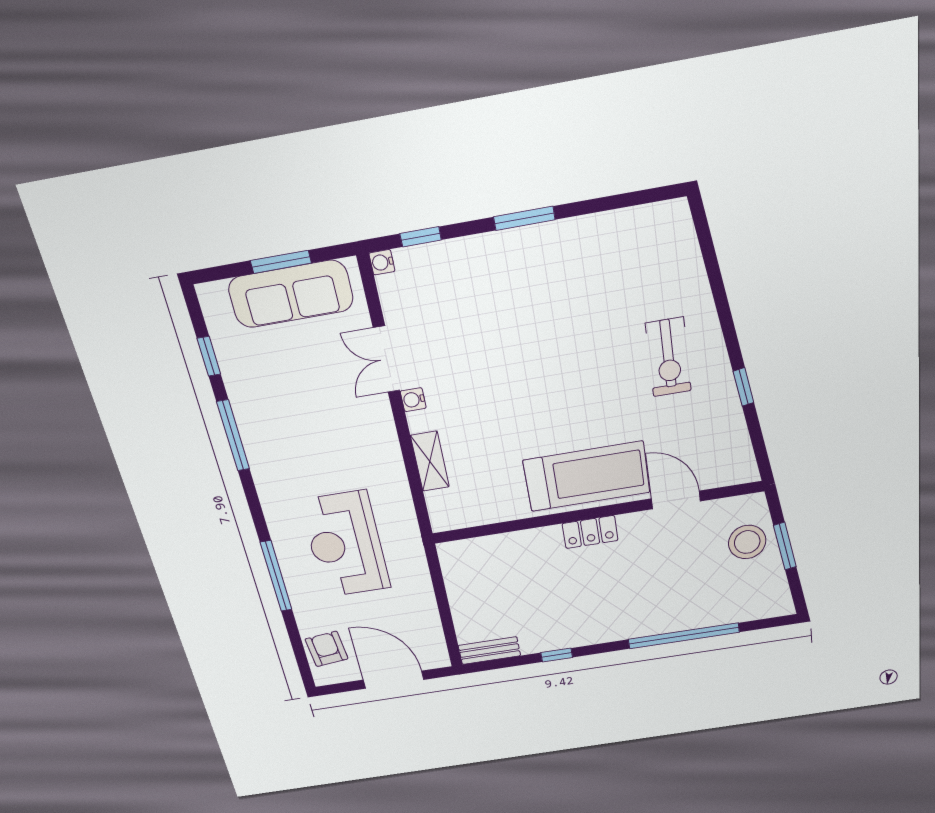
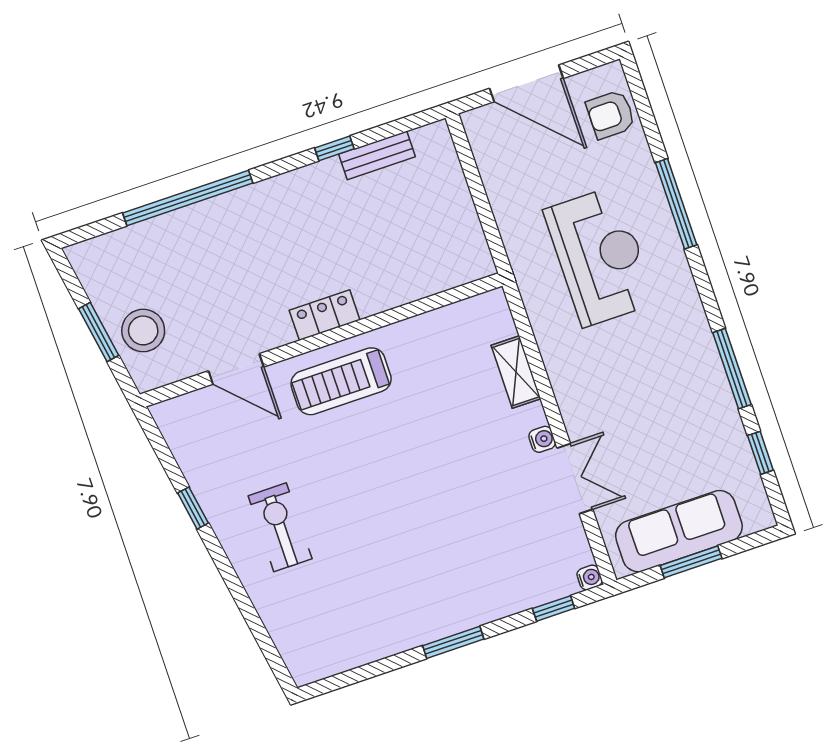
treadmill: (587, 476) -> (341, 381), width x0.73, depth x0.73
armchair: (327, 649) -> (611, 115), turned 96
bench: (489, 651) -> (377, 155), moved

